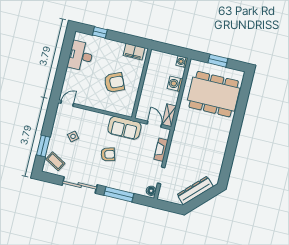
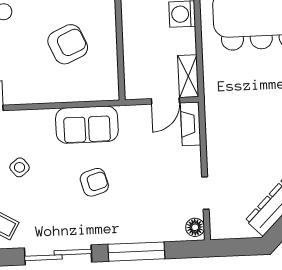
door: (154, 124) -> (165, 101), swing flipped
sofa: (124, 128) -> (87, 125), moved
fireplace: (161, 150) -> (191, 124), moved

